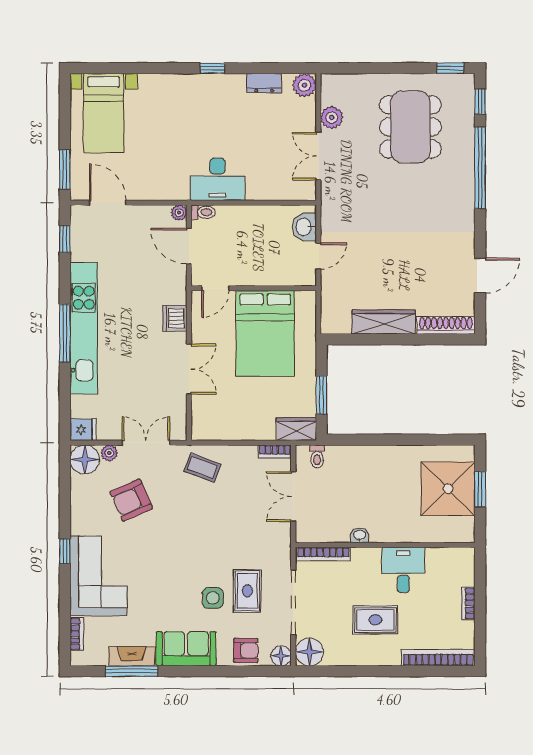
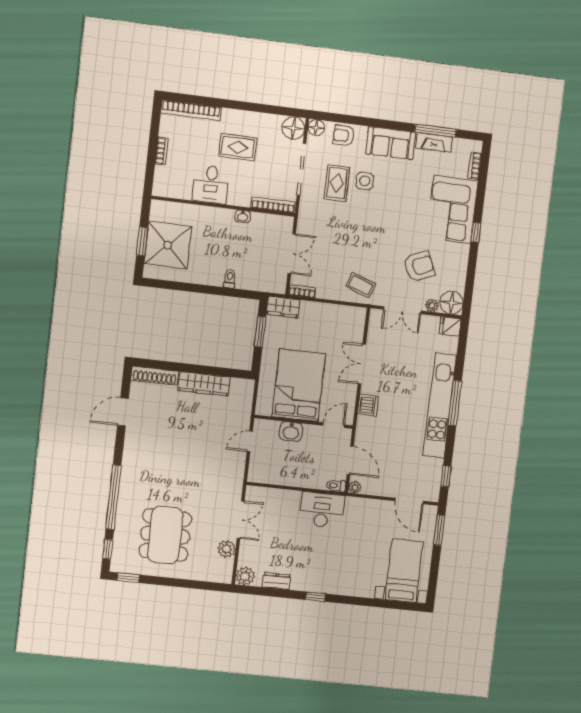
washbasin: (304, 227) -> (291, 432), moved, turned 90
toilet: (317, 456) -> (230, 279), moved

